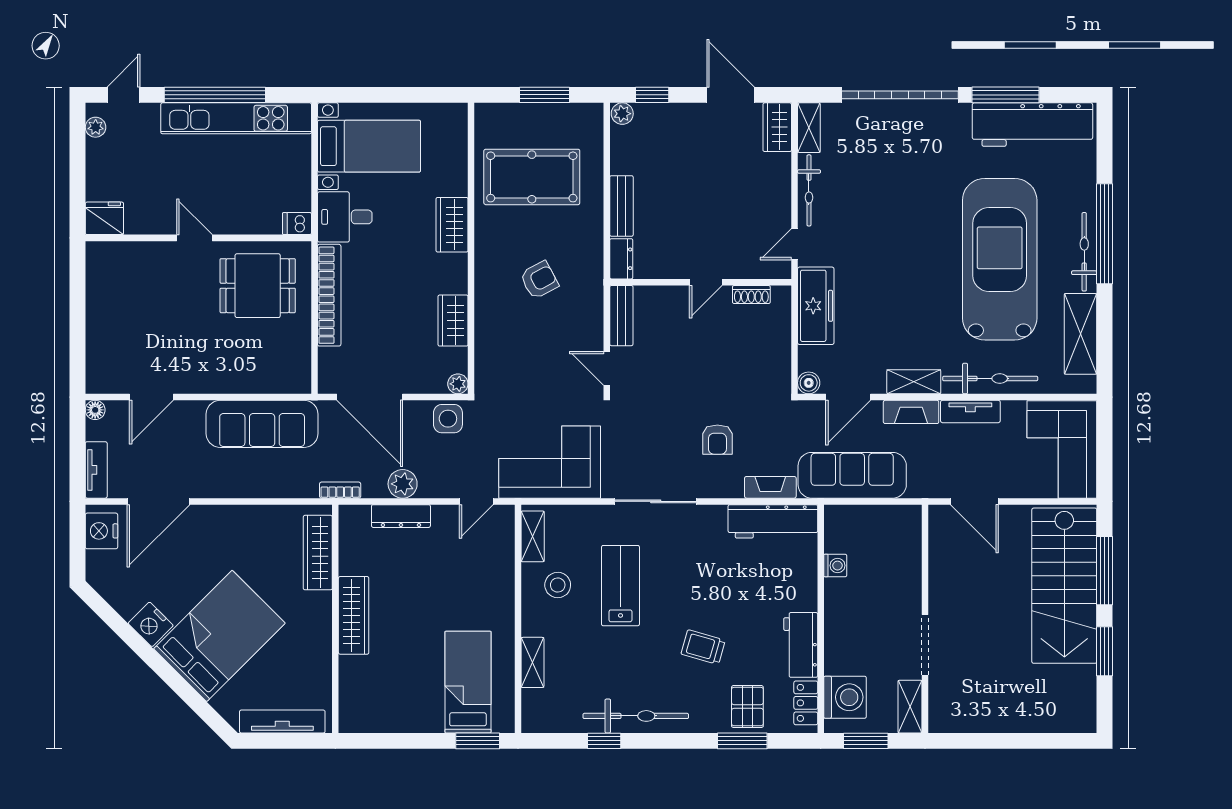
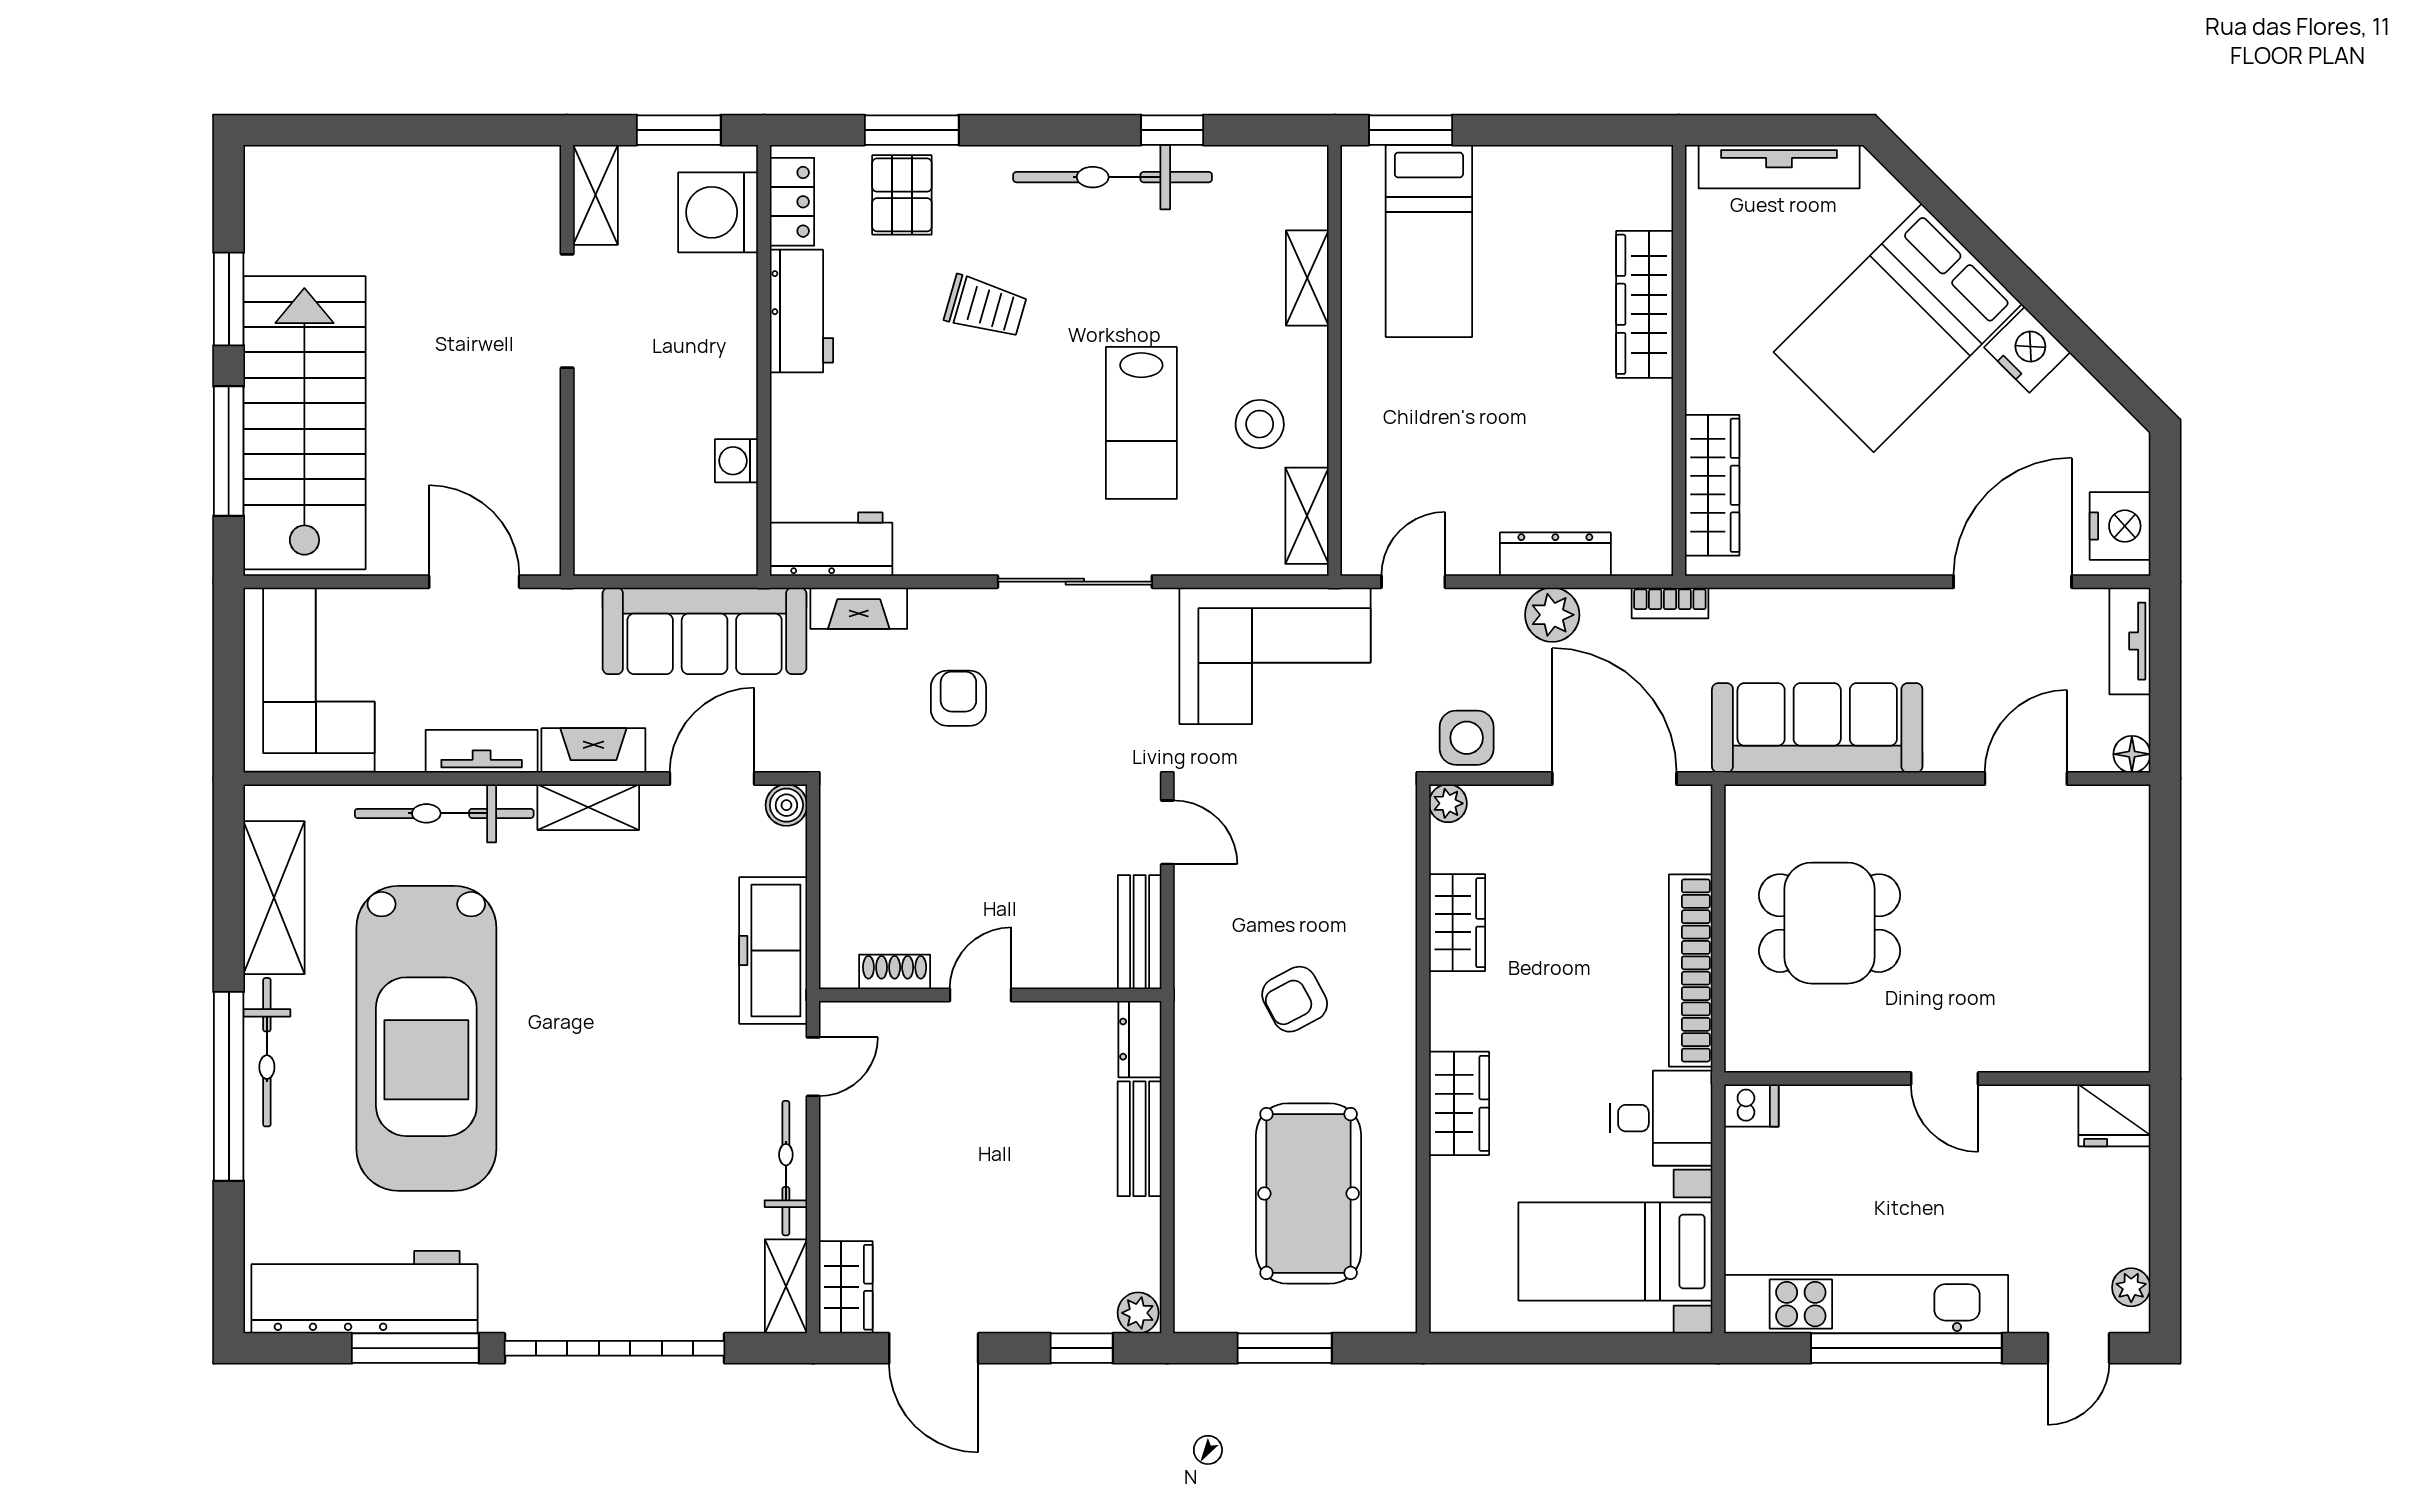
pool table: (532, 177) -> (1309, 1193), turned 90
dining table: (258, 286) -> (1830, 923), moved
workbench: (773, 521) -> (831, 544), width x0.73
wardrobe: (354, 615) -> (1645, 304), moved

